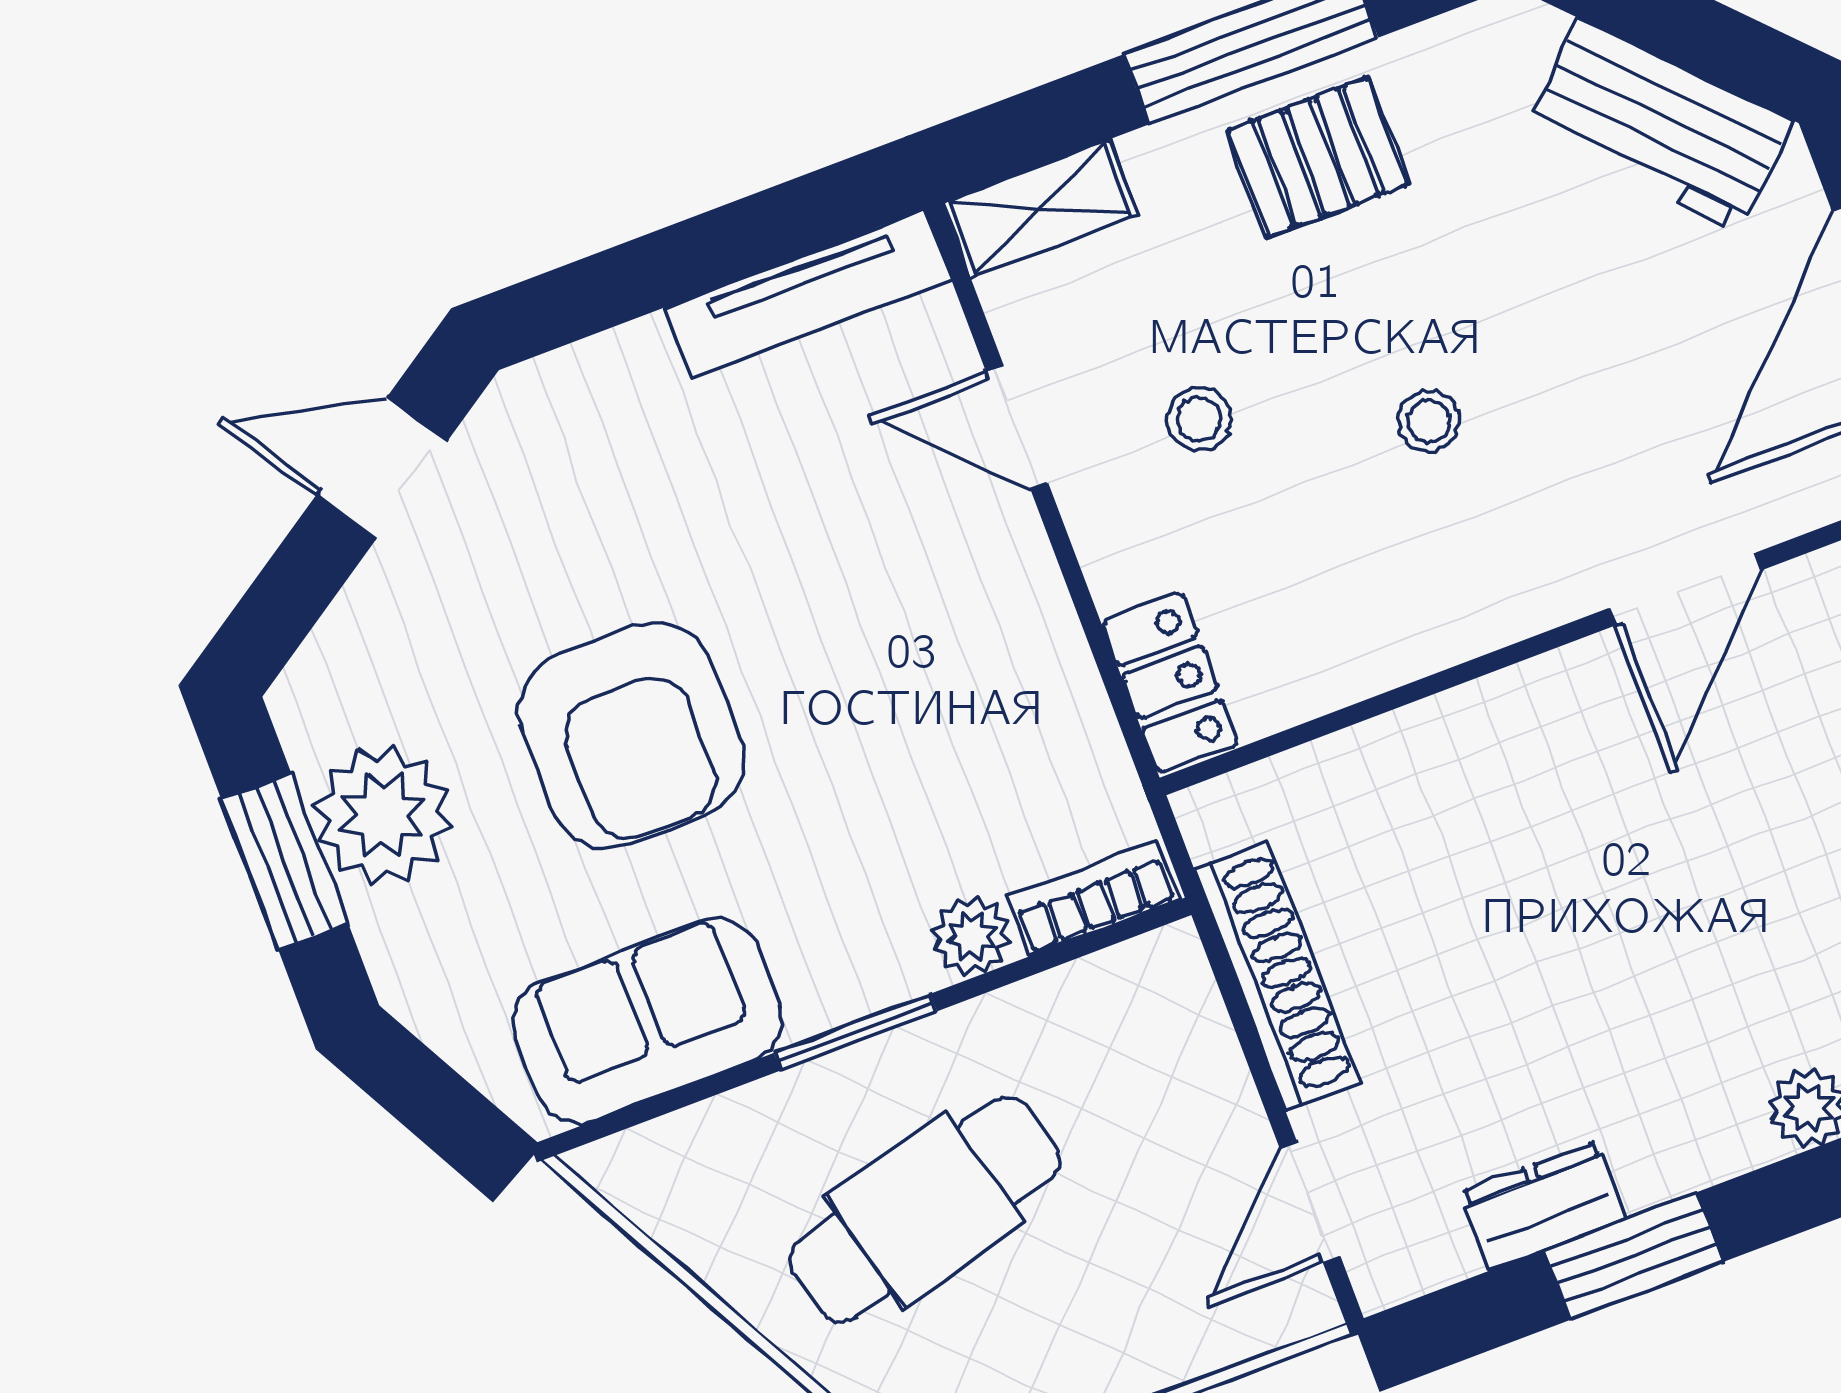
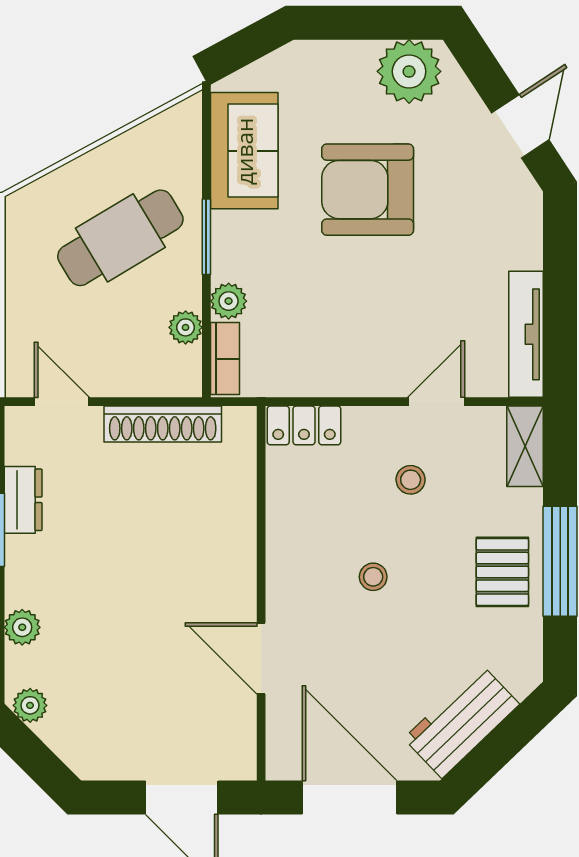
plant: (383, 815) -> (409, 71), moved
window: (285, 861) -> (370, 23), removed
plant: (1059, 1004) -> (186, 327), added
cafe table: (925, 1209) -> (120, 238), turned 74

